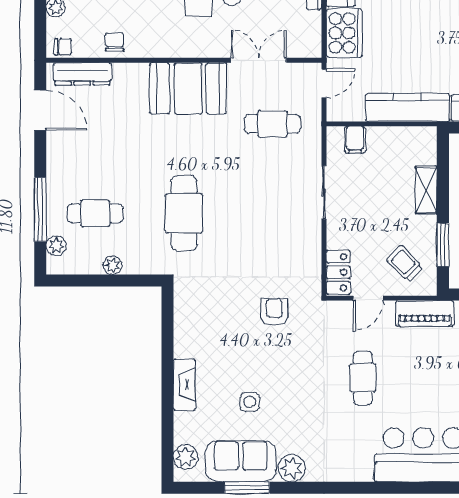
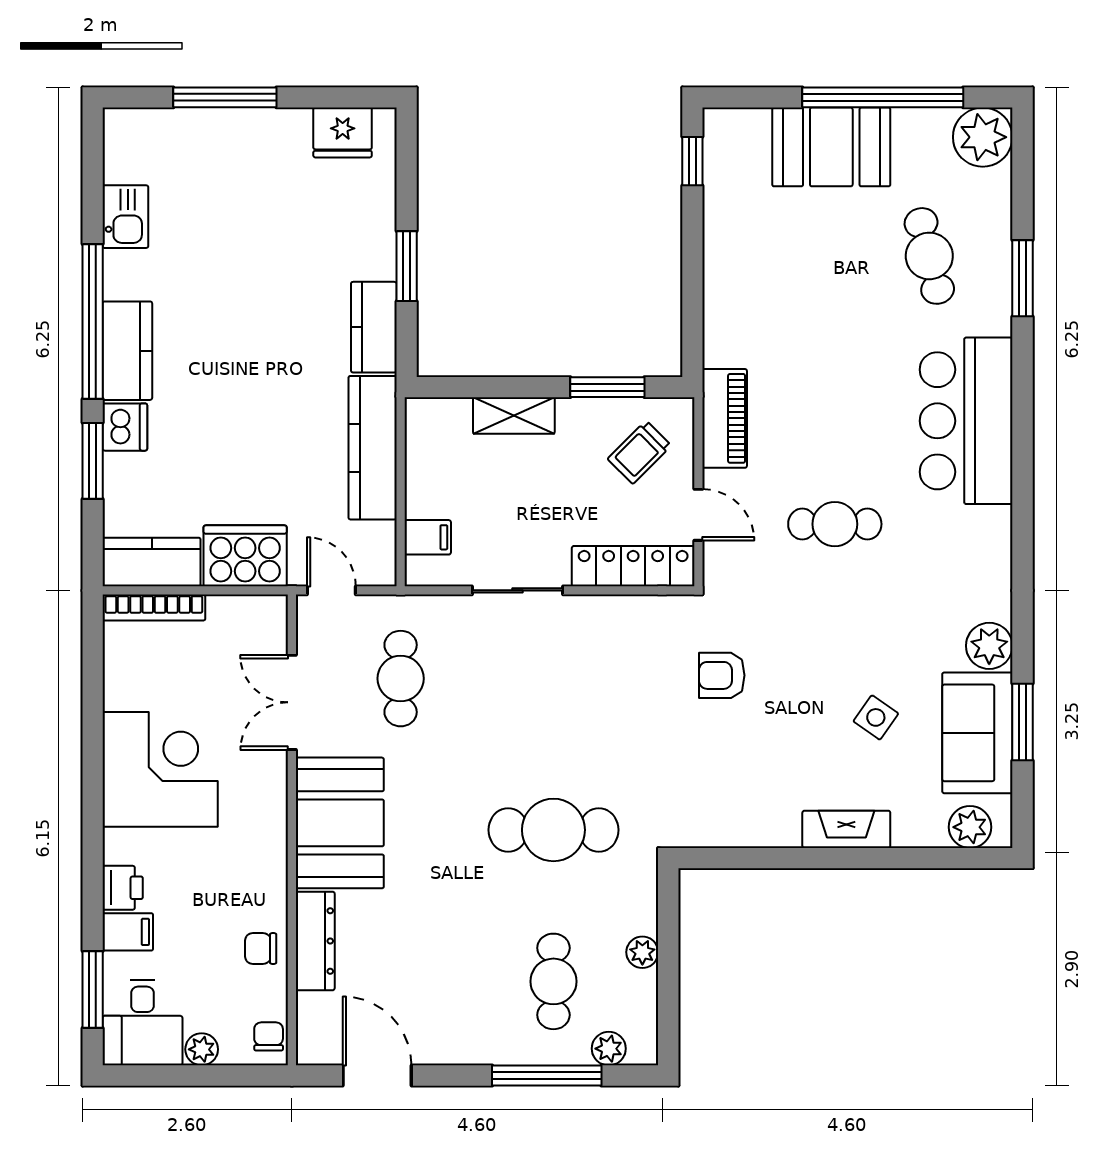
dresser: (82, 74) -> (315, 941), moved
door: (40, 110) -> (377, 1076), hinge flipped
locker: (338, 272) -> (633, 566), width x1.53
side table: (250, 402) -> (876, 717), turned 35

